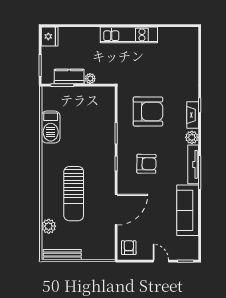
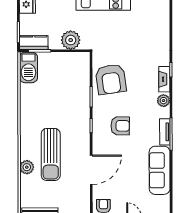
kitchen counter: (69, 76) -> (34, 43), moved
plant: (90, 79) -> (71, 40), width x1.88, depth x1.88
armchair: (148, 111) -> (111, 79), moved, turned 82
barbecue: (51, 127) -> (28, 67), moved
tv unit: (193, 164) -> (165, 132), width x0.71
plant: (49, 226) -> (27, 167), moved

